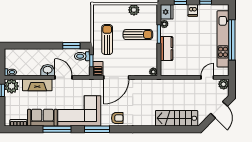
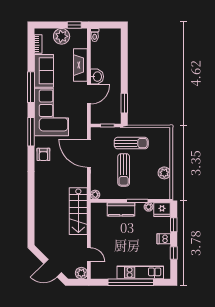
sun lounger: (138, 35) -> (124, 170), moved
kitchen unit: (223, 39) -> (140, 272), width x0.73
toilet: (82, 56) -> (112, 115), removed
barbecue: (98, 68) -> (99, 133), removed
plant: (12, 86) -> (62, 36), moved
stairs: (177, 118) -> (78, 211), moved, turned 180

